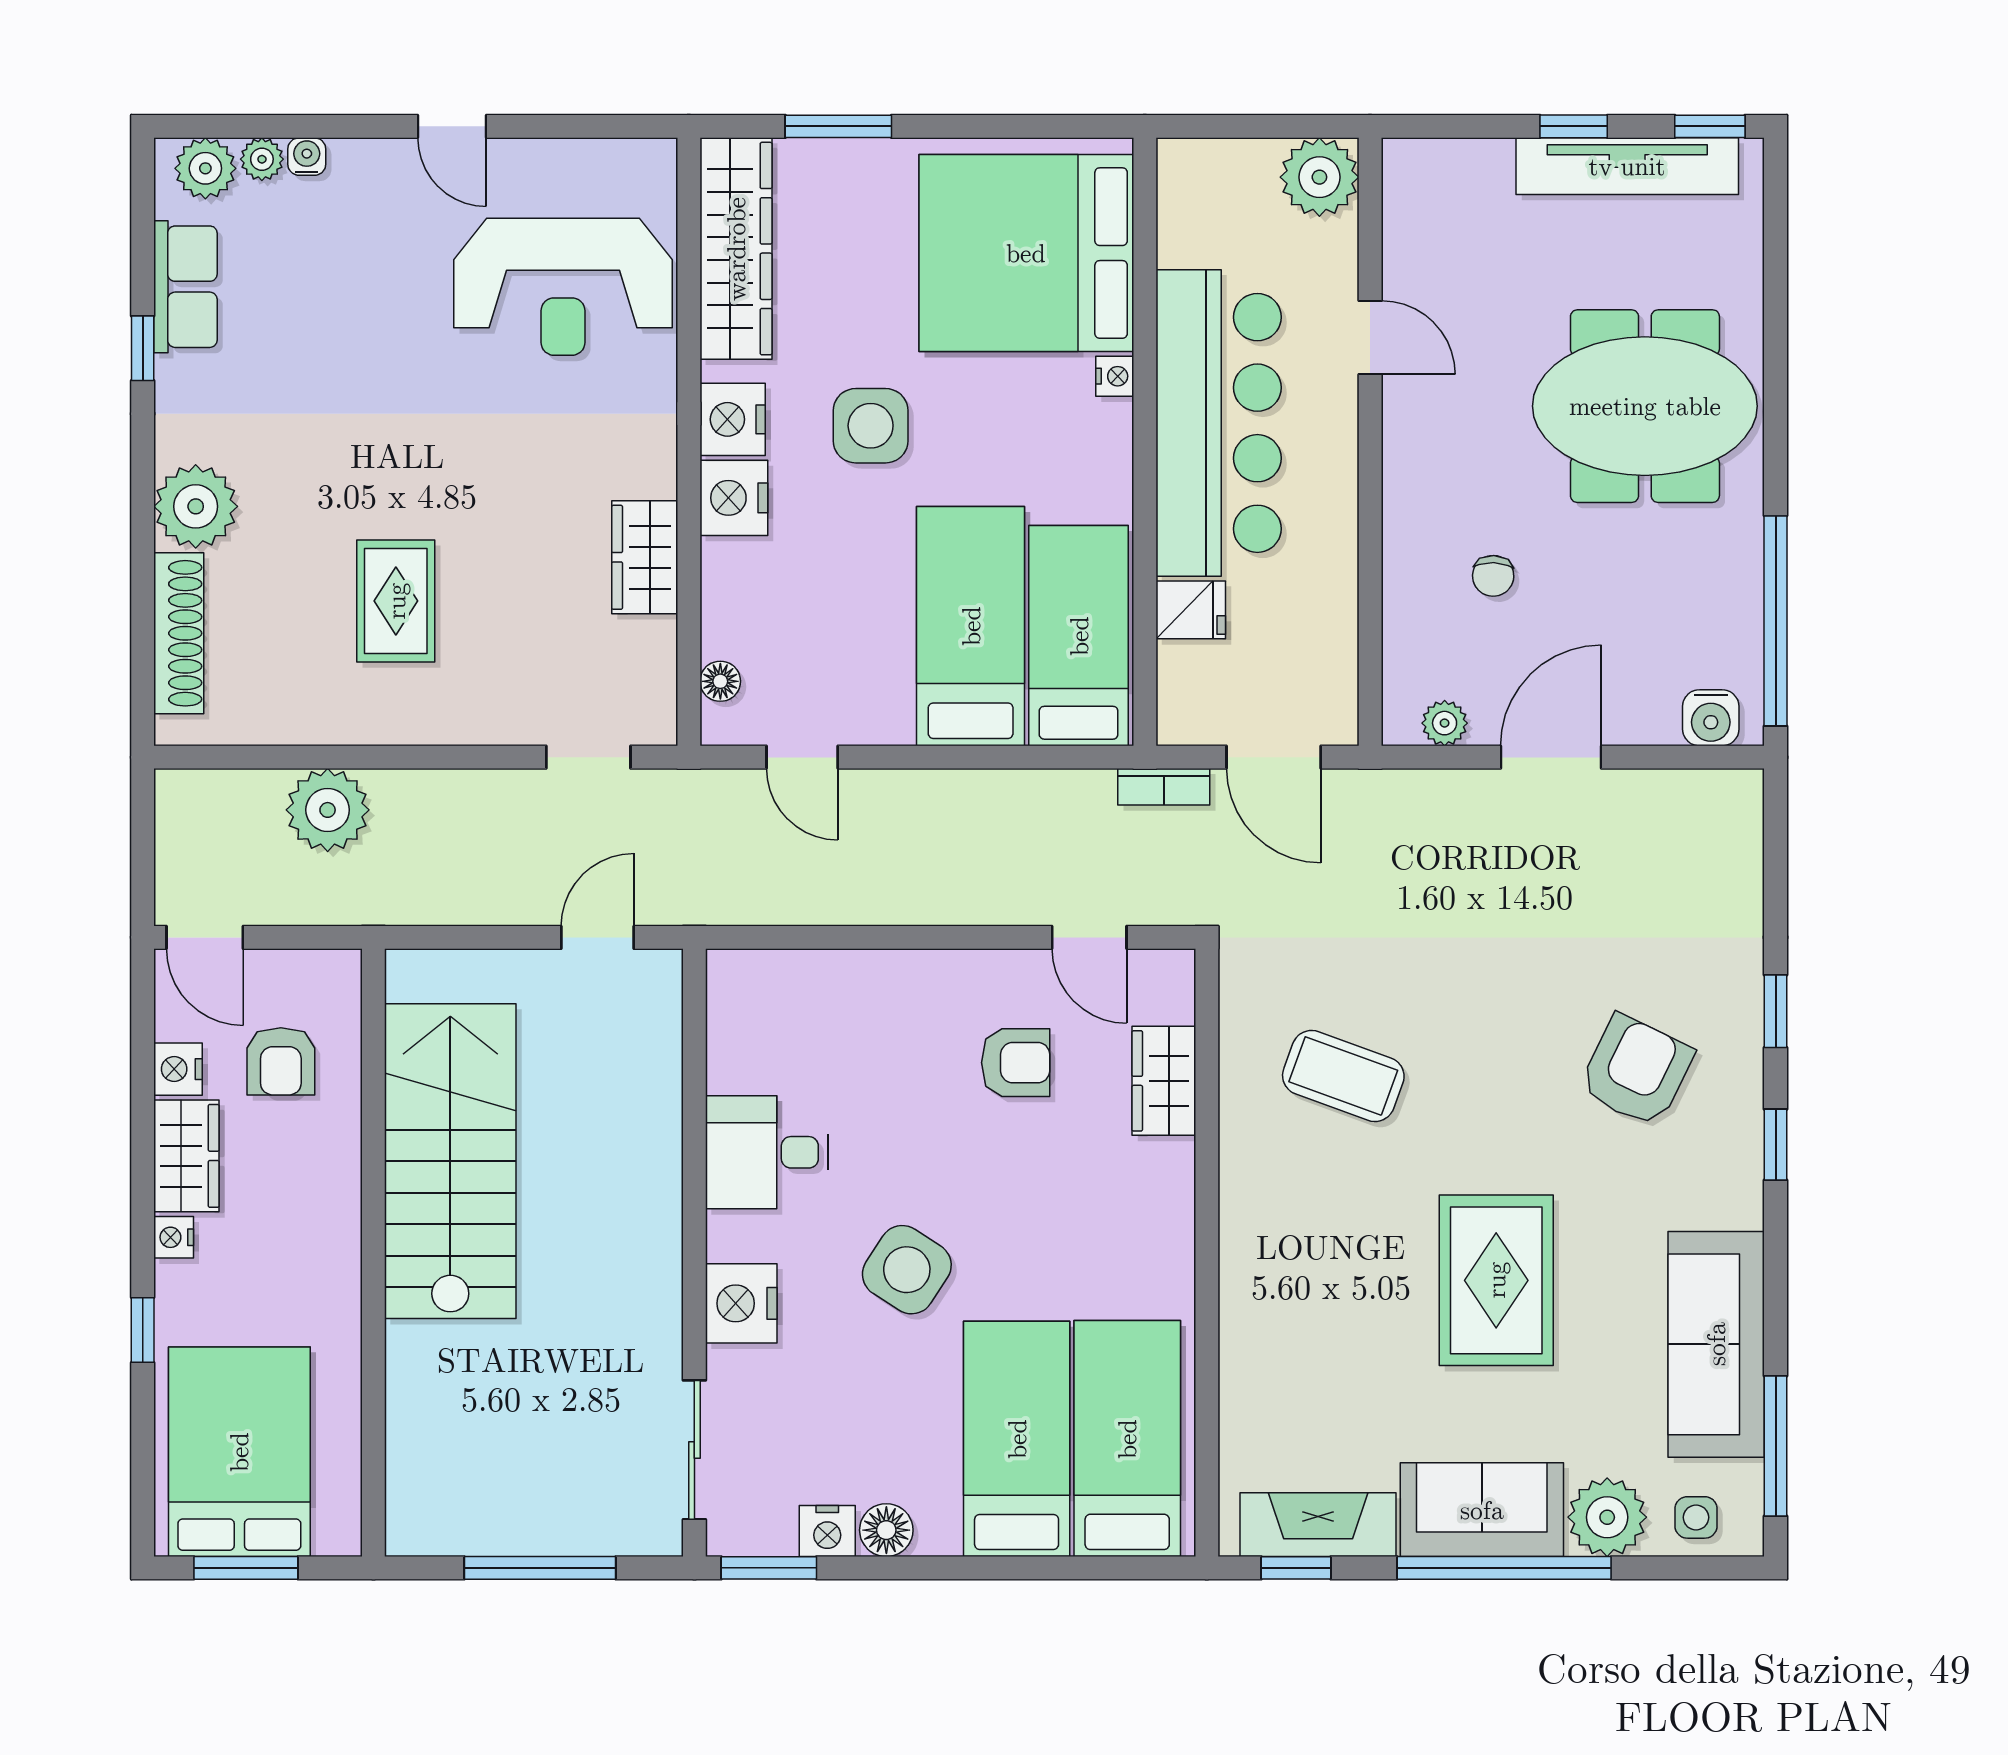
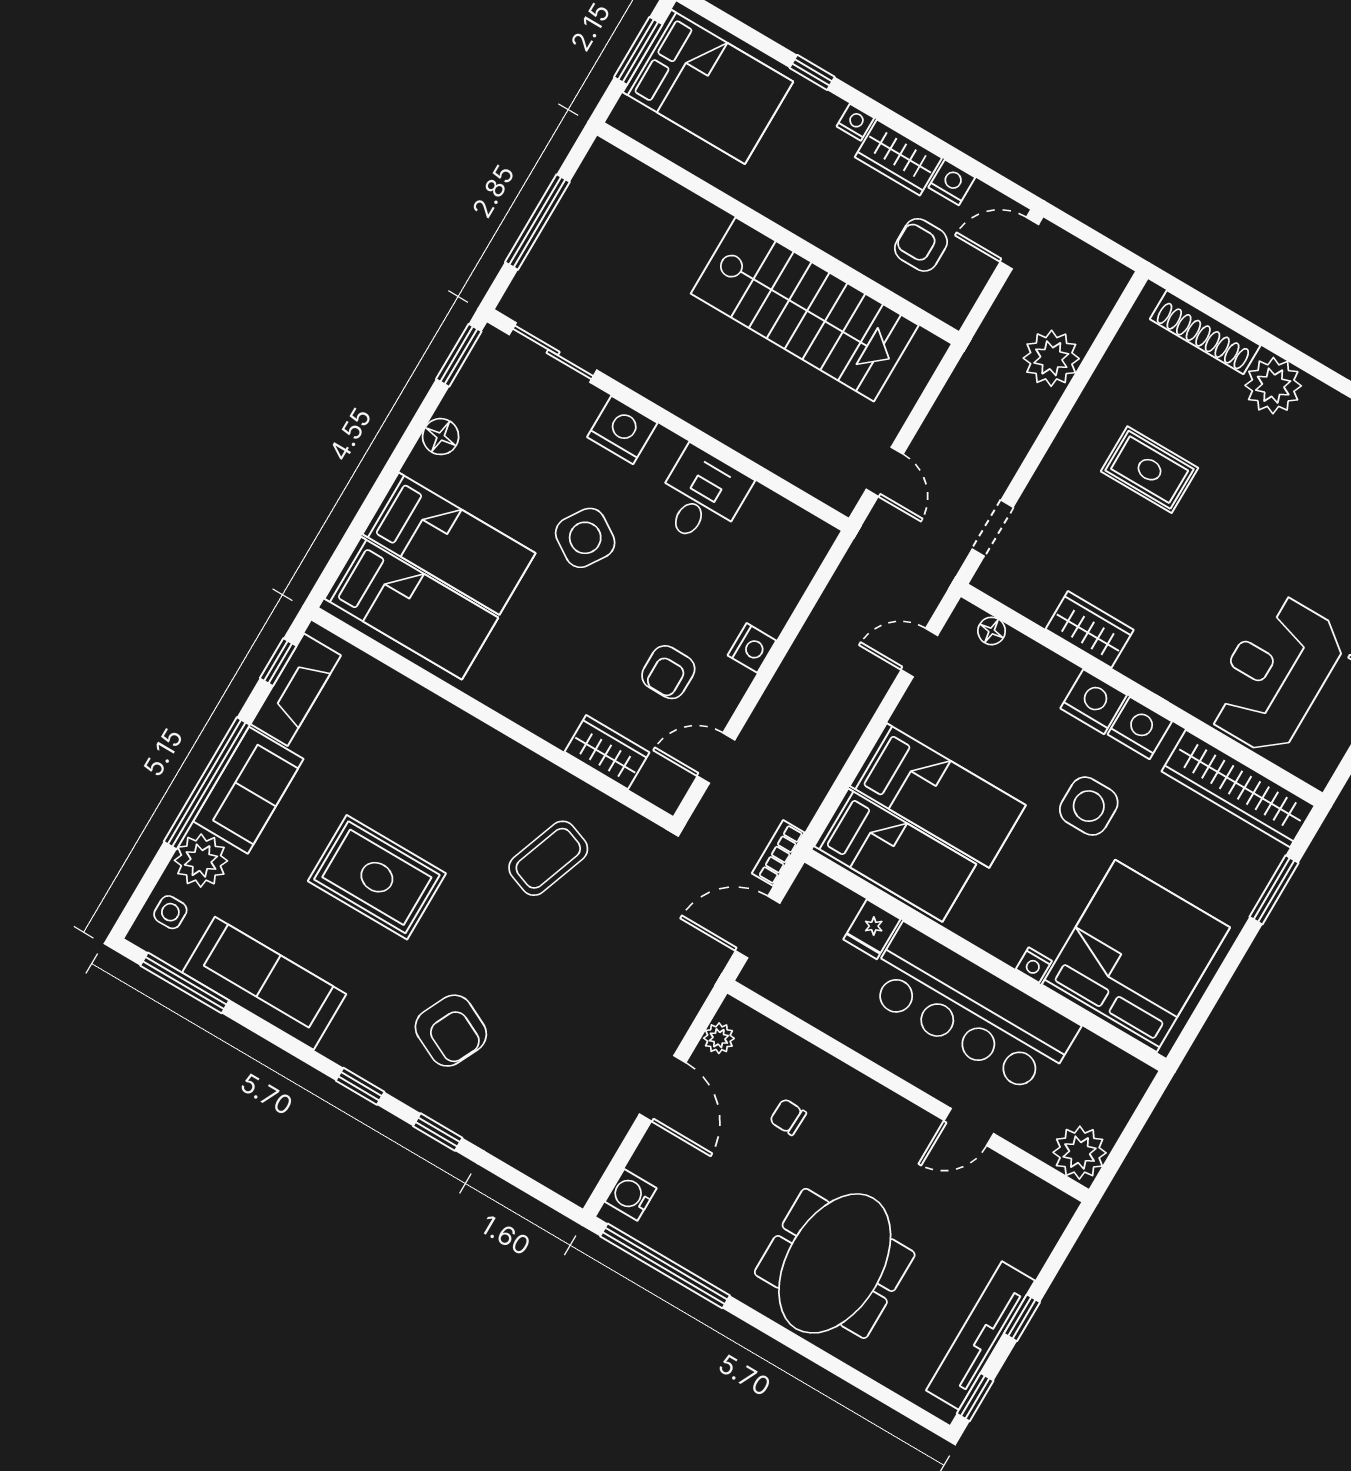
nightstand: (827, 1531) -> (752, 648), moved, turned 180

